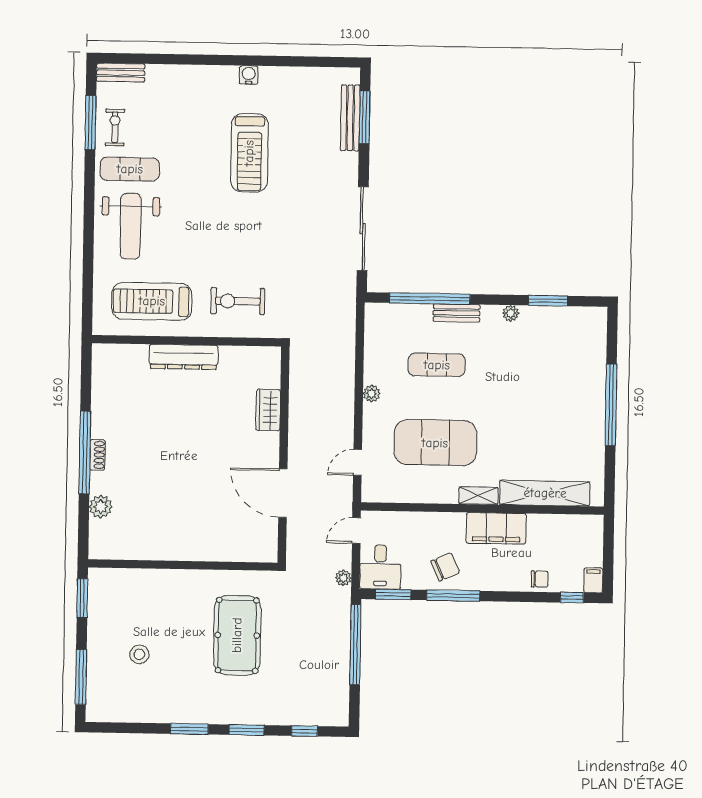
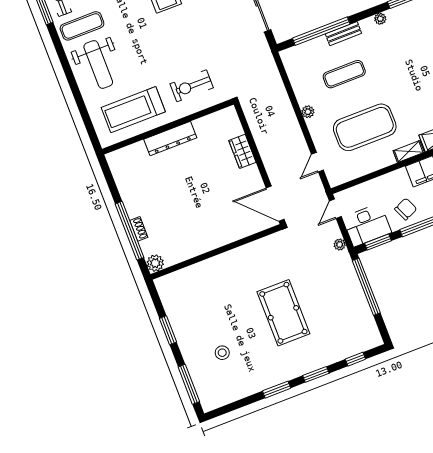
wall: (183, 565) -> (216, 252), moved
desk: (380, 567) -> (367, 225), width x1.37

